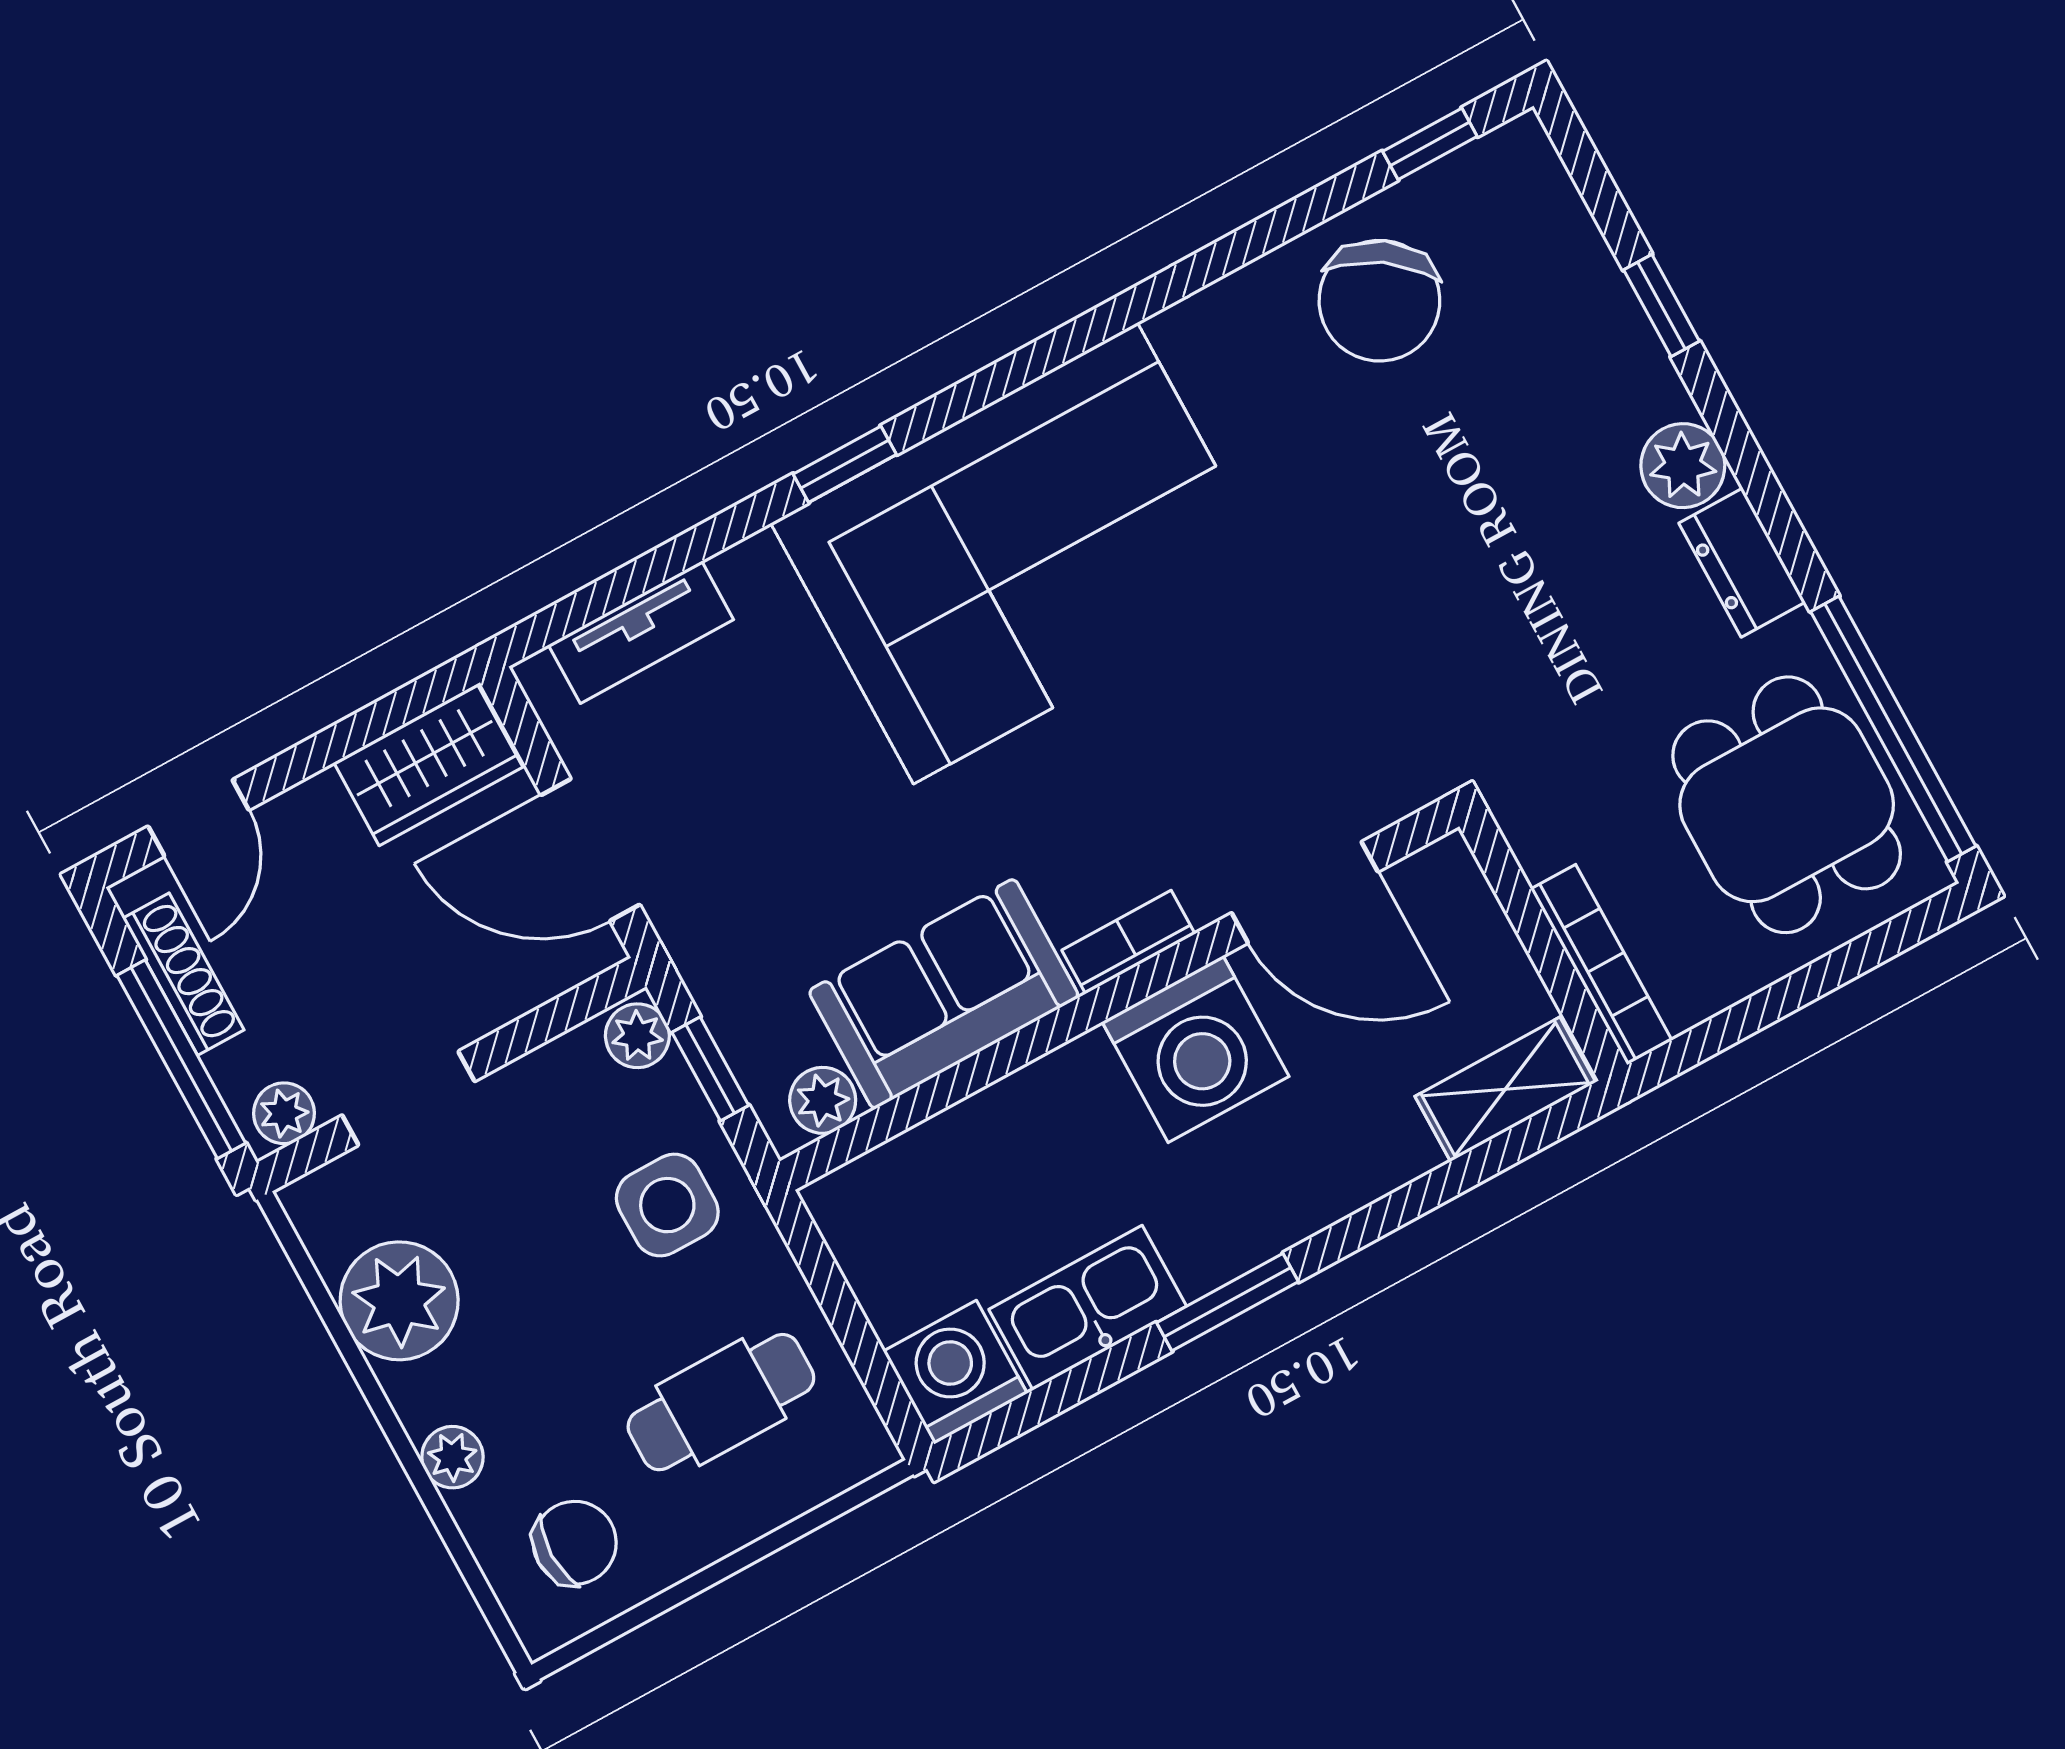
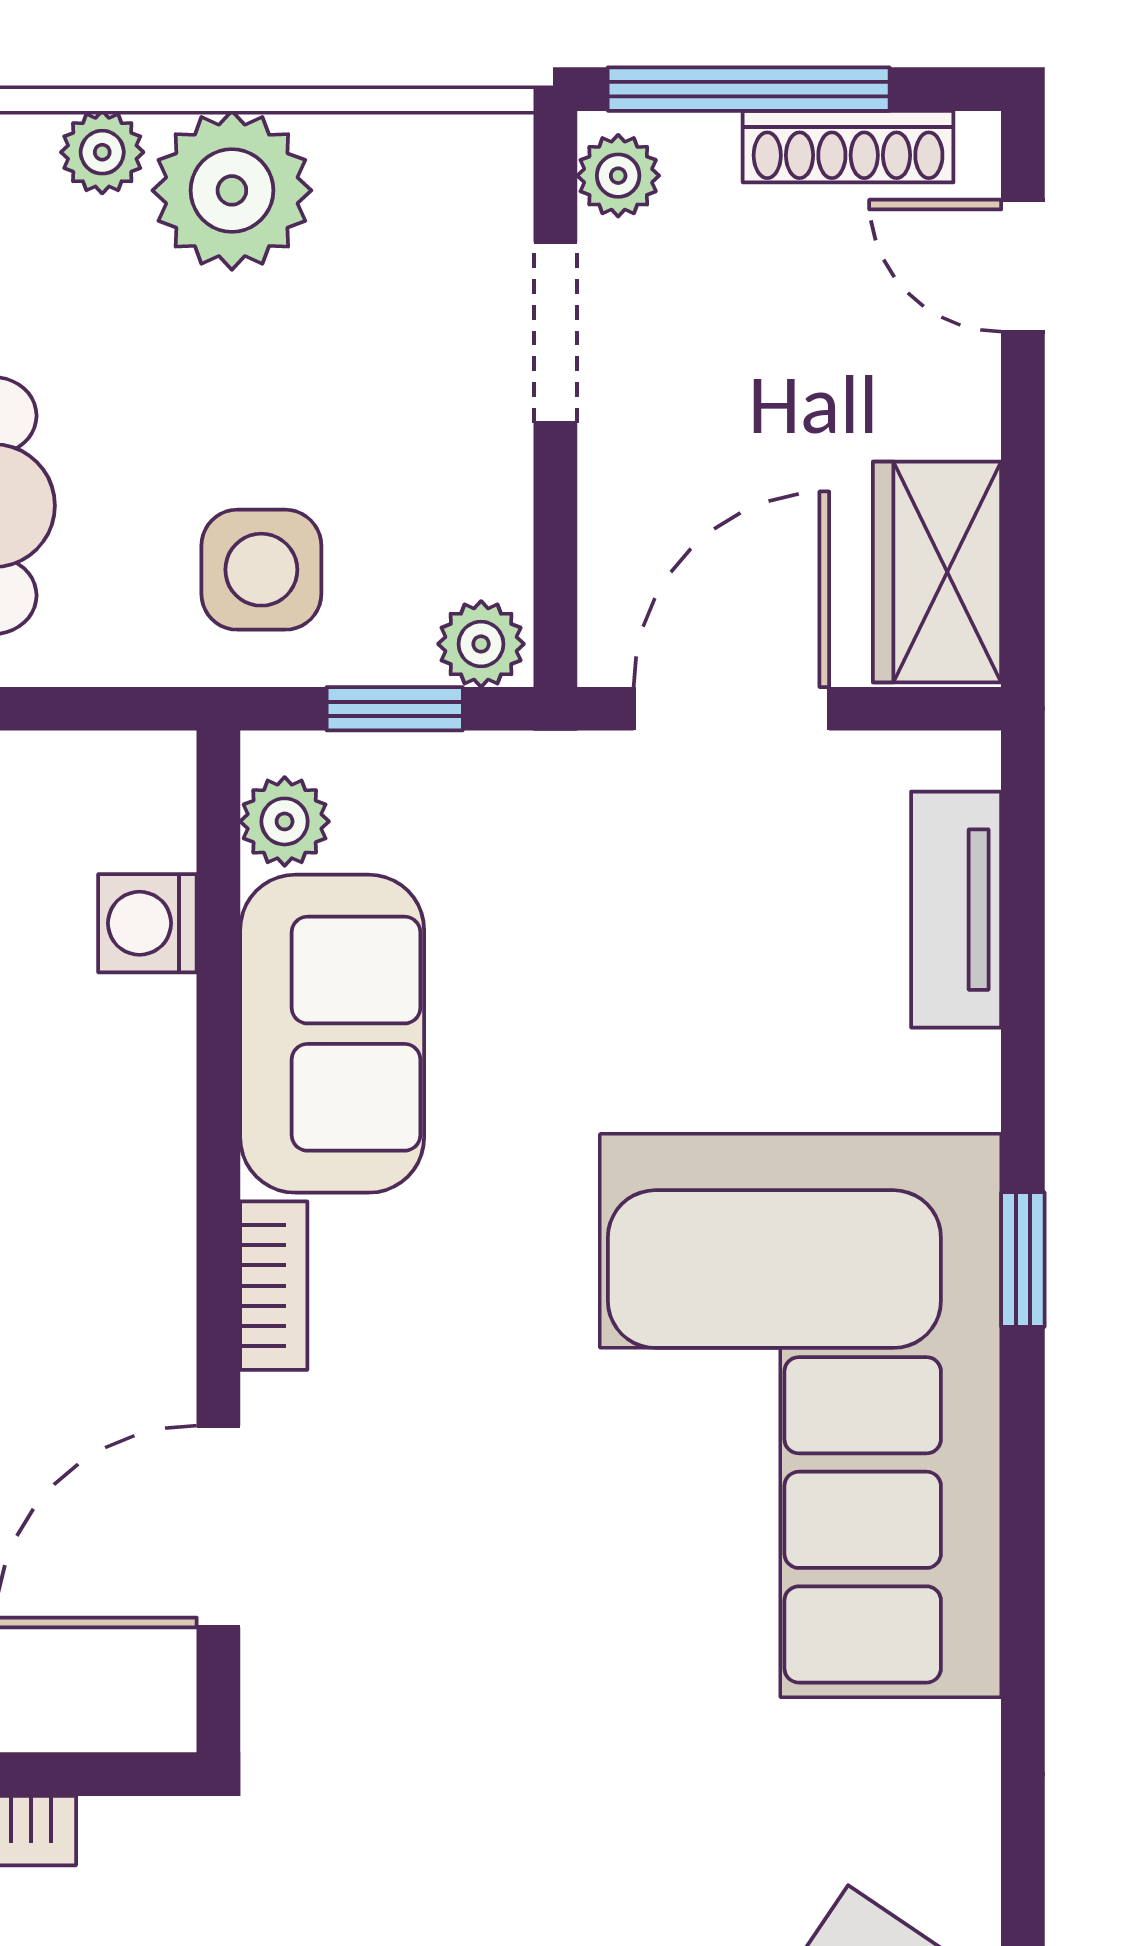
washing machine: (1196, 1049) -> (147, 923), moved, width x0.53, depth x0.53
plant: (399, 1301) -> (232, 190), moved

